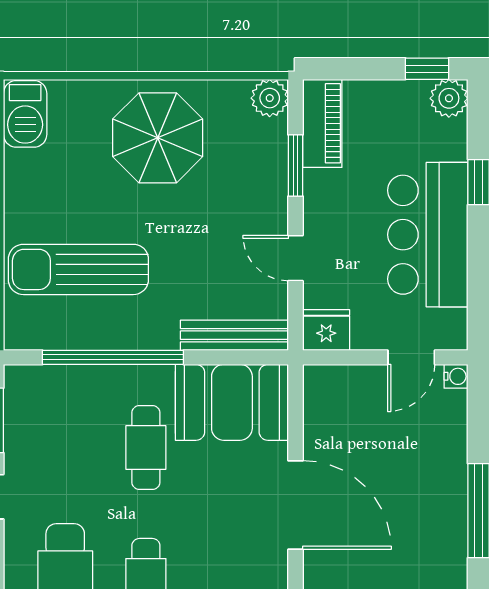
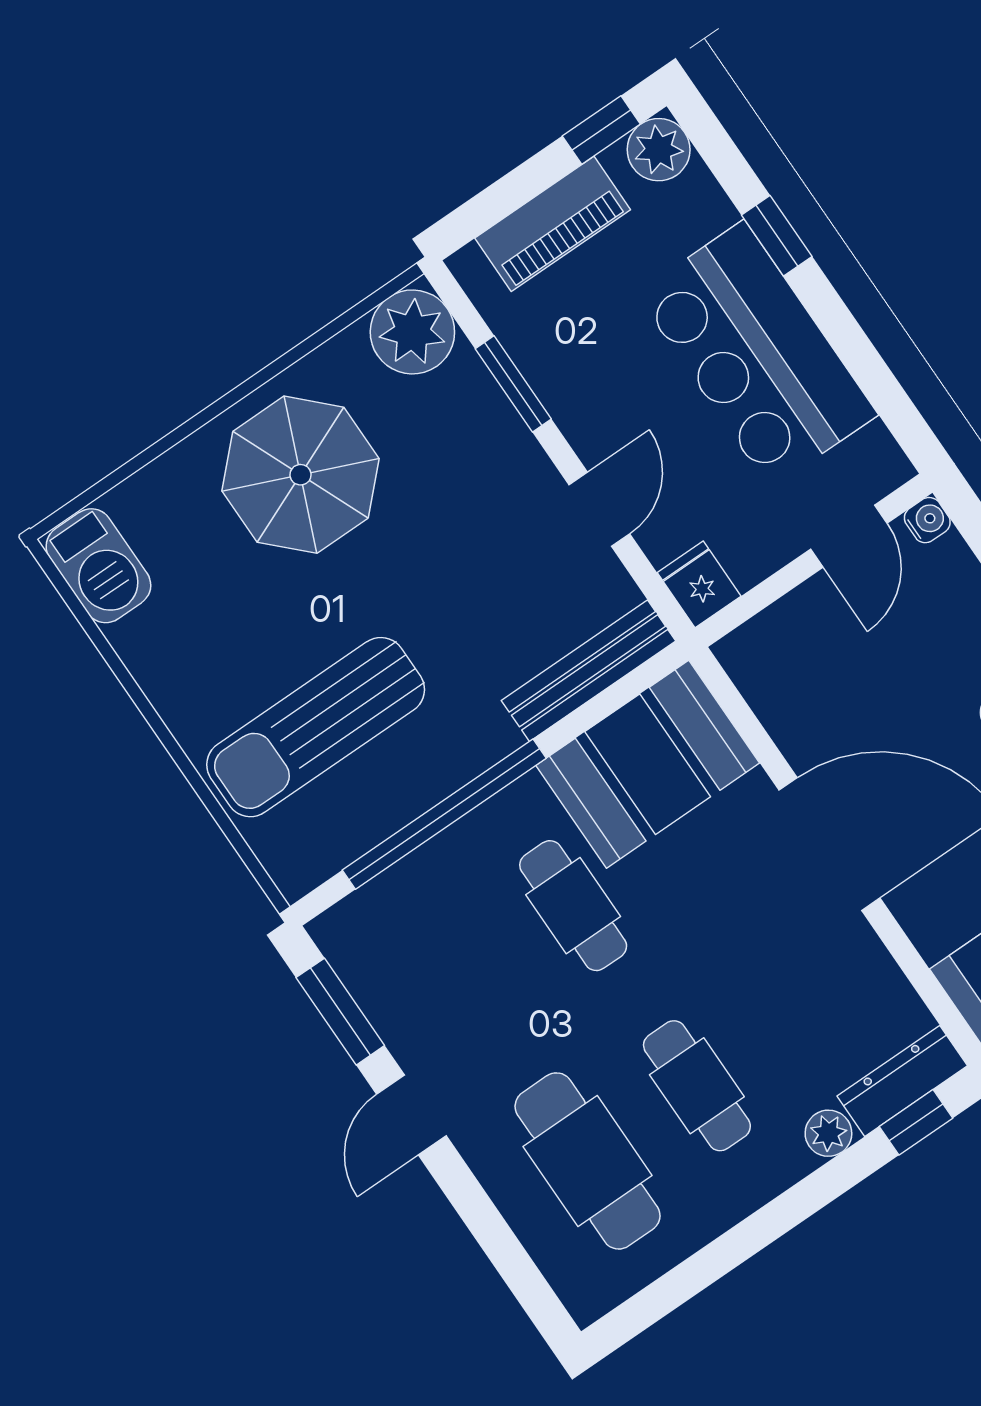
plant: (270, 98) -> (412, 332), width x1.36, depth x1.36
piano: (322, 123) -> (553, 224), moved, turned 90
door: (295, 258) -> (599, 509), swing flipped
fridge: (326, 330) -> (699, 584), width x0.72

